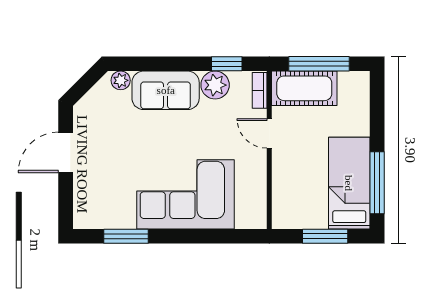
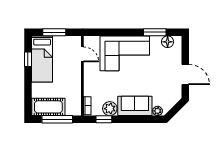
cot: (304, 88) -> (48, 107), moved
door: (269, 133) -> (82, 54), moved
door: (66, 152) -> (185, 75), hinge flipped
window: (377, 183) -> (28, 59), width x0.46
floor lamp: (101, 217) -> (168, 42), added

